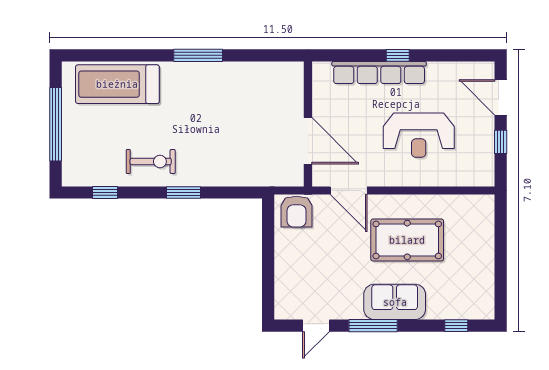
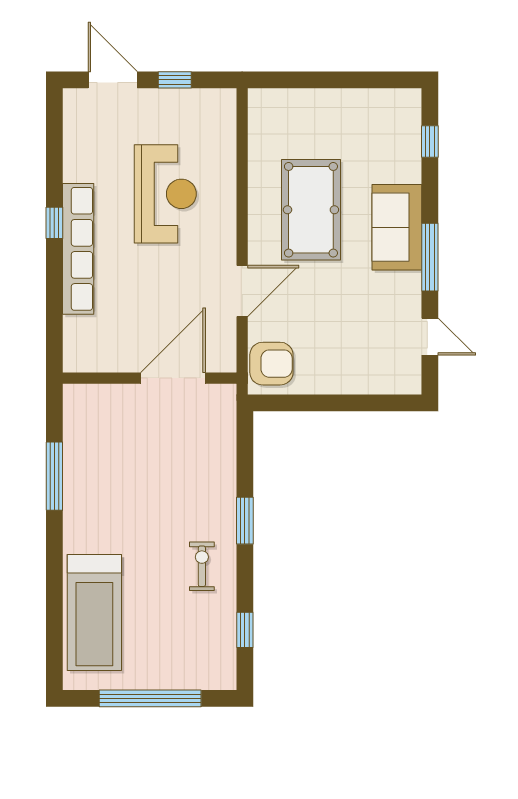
window: (198, 55) -> (54, 476), moved
door: (501, 97) -> (113, 80), swing flipped
wall: (308, 124) -> (150, 378), moved
door: (308, 141) -> (173, 378), moved
exercise bike: (151, 161) -> (202, 566), width x0.73, depth x0.72

